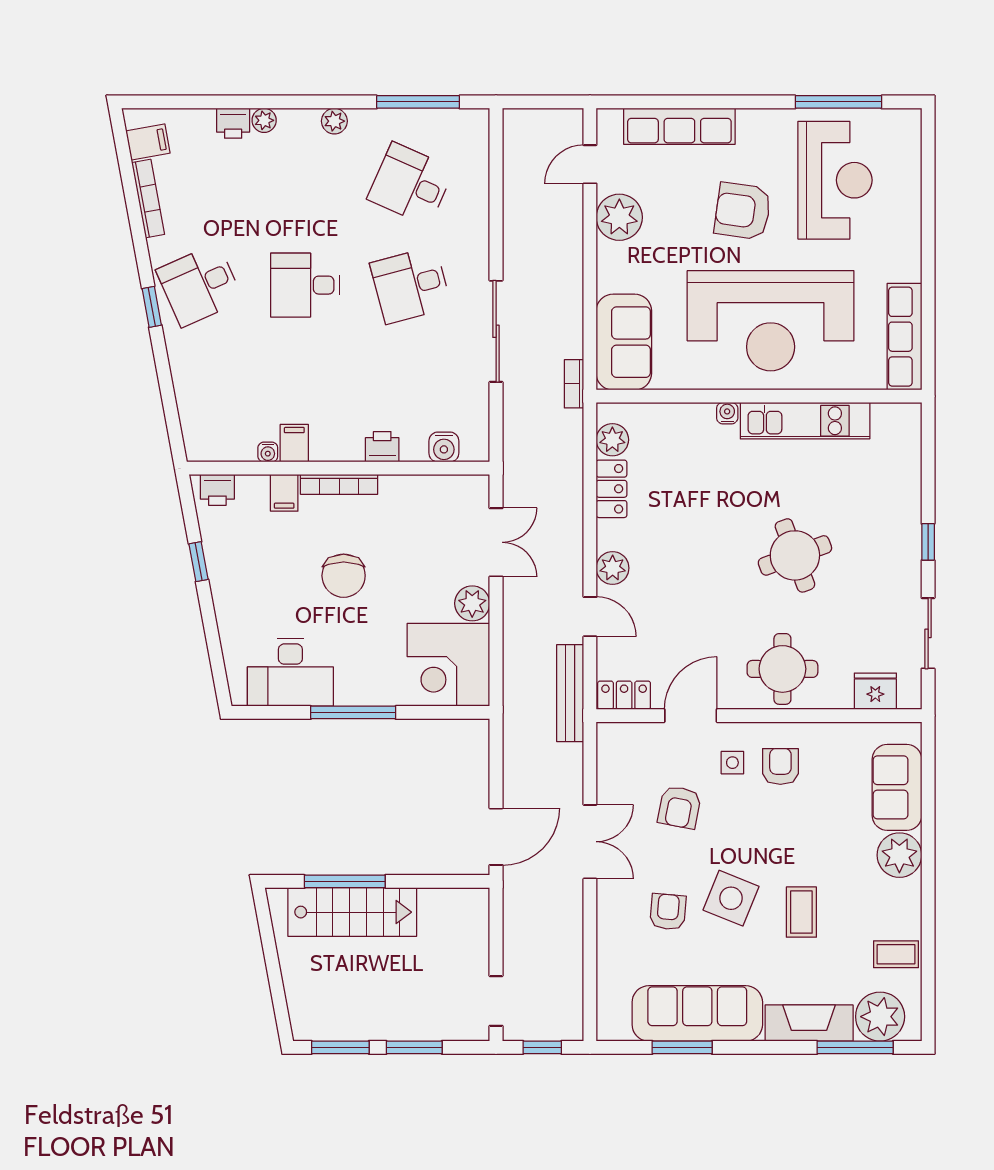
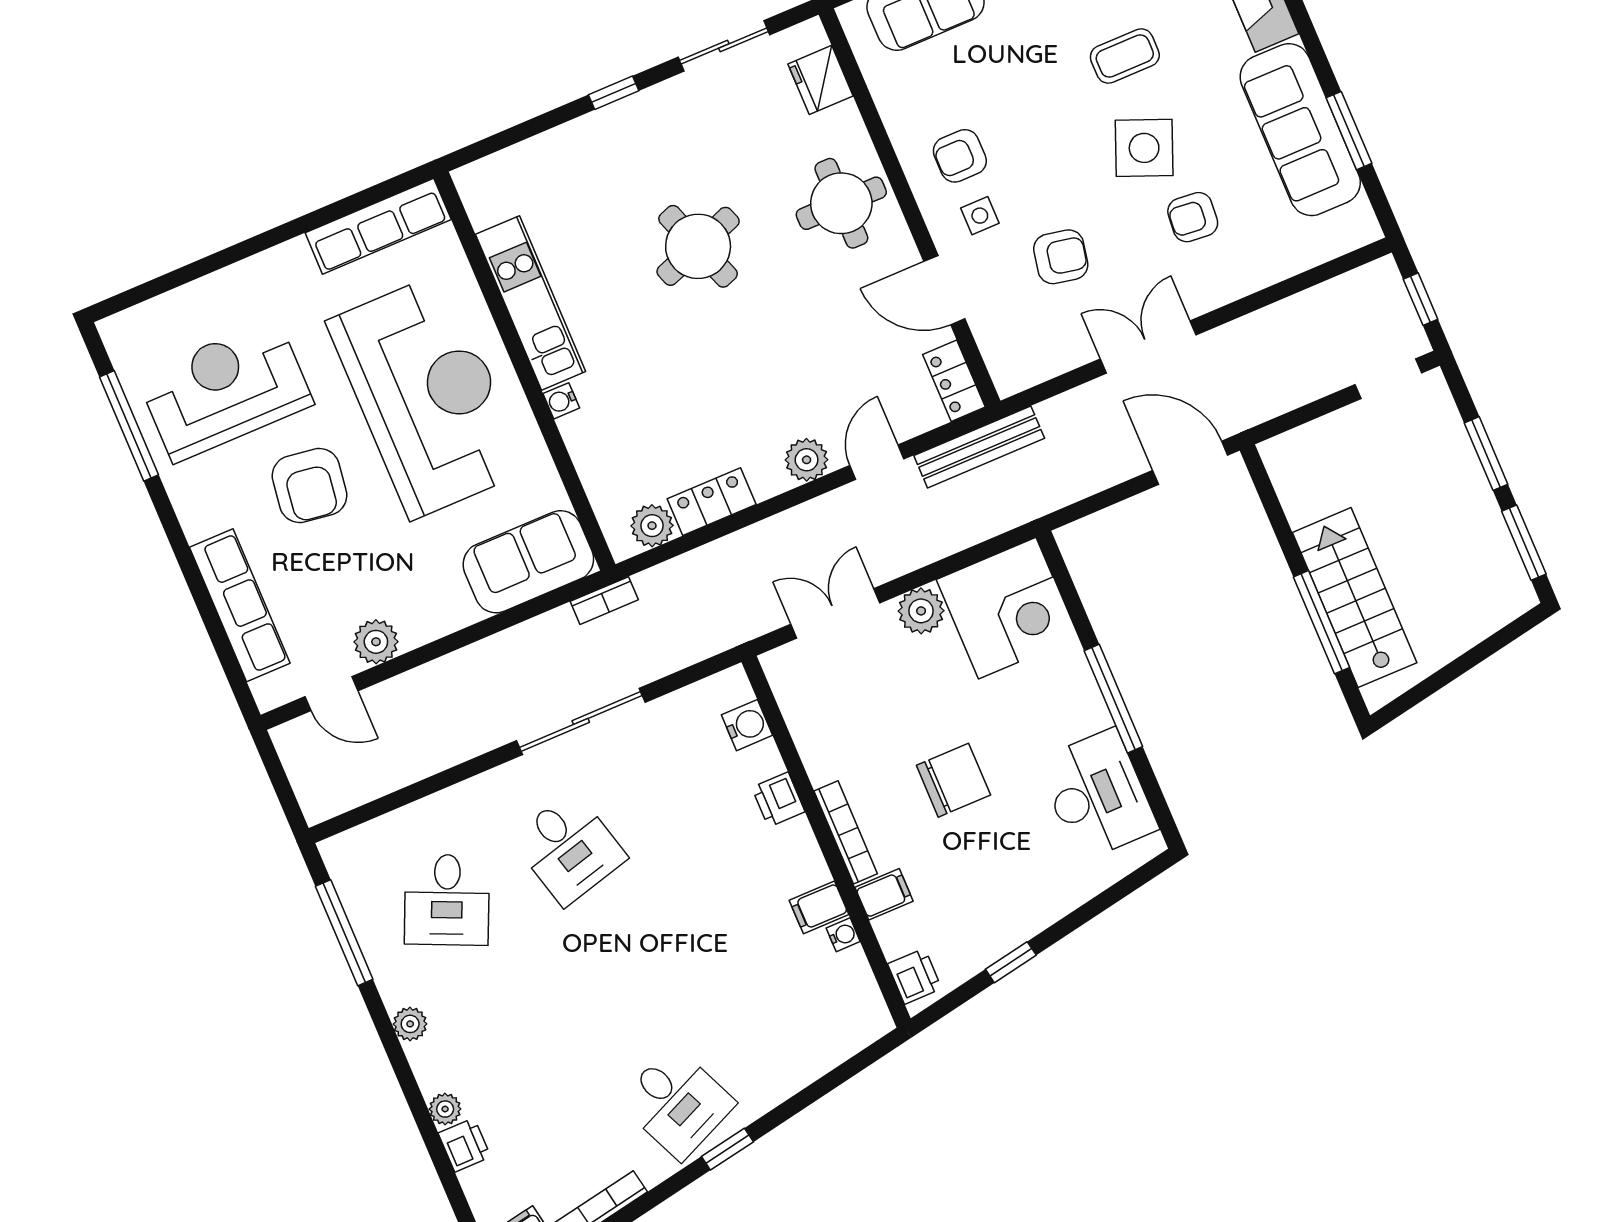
plant: (619, 217) -> (376, 642), width x0.73, depth x0.73
desk: (305, 285) -> (623, 975), removed

